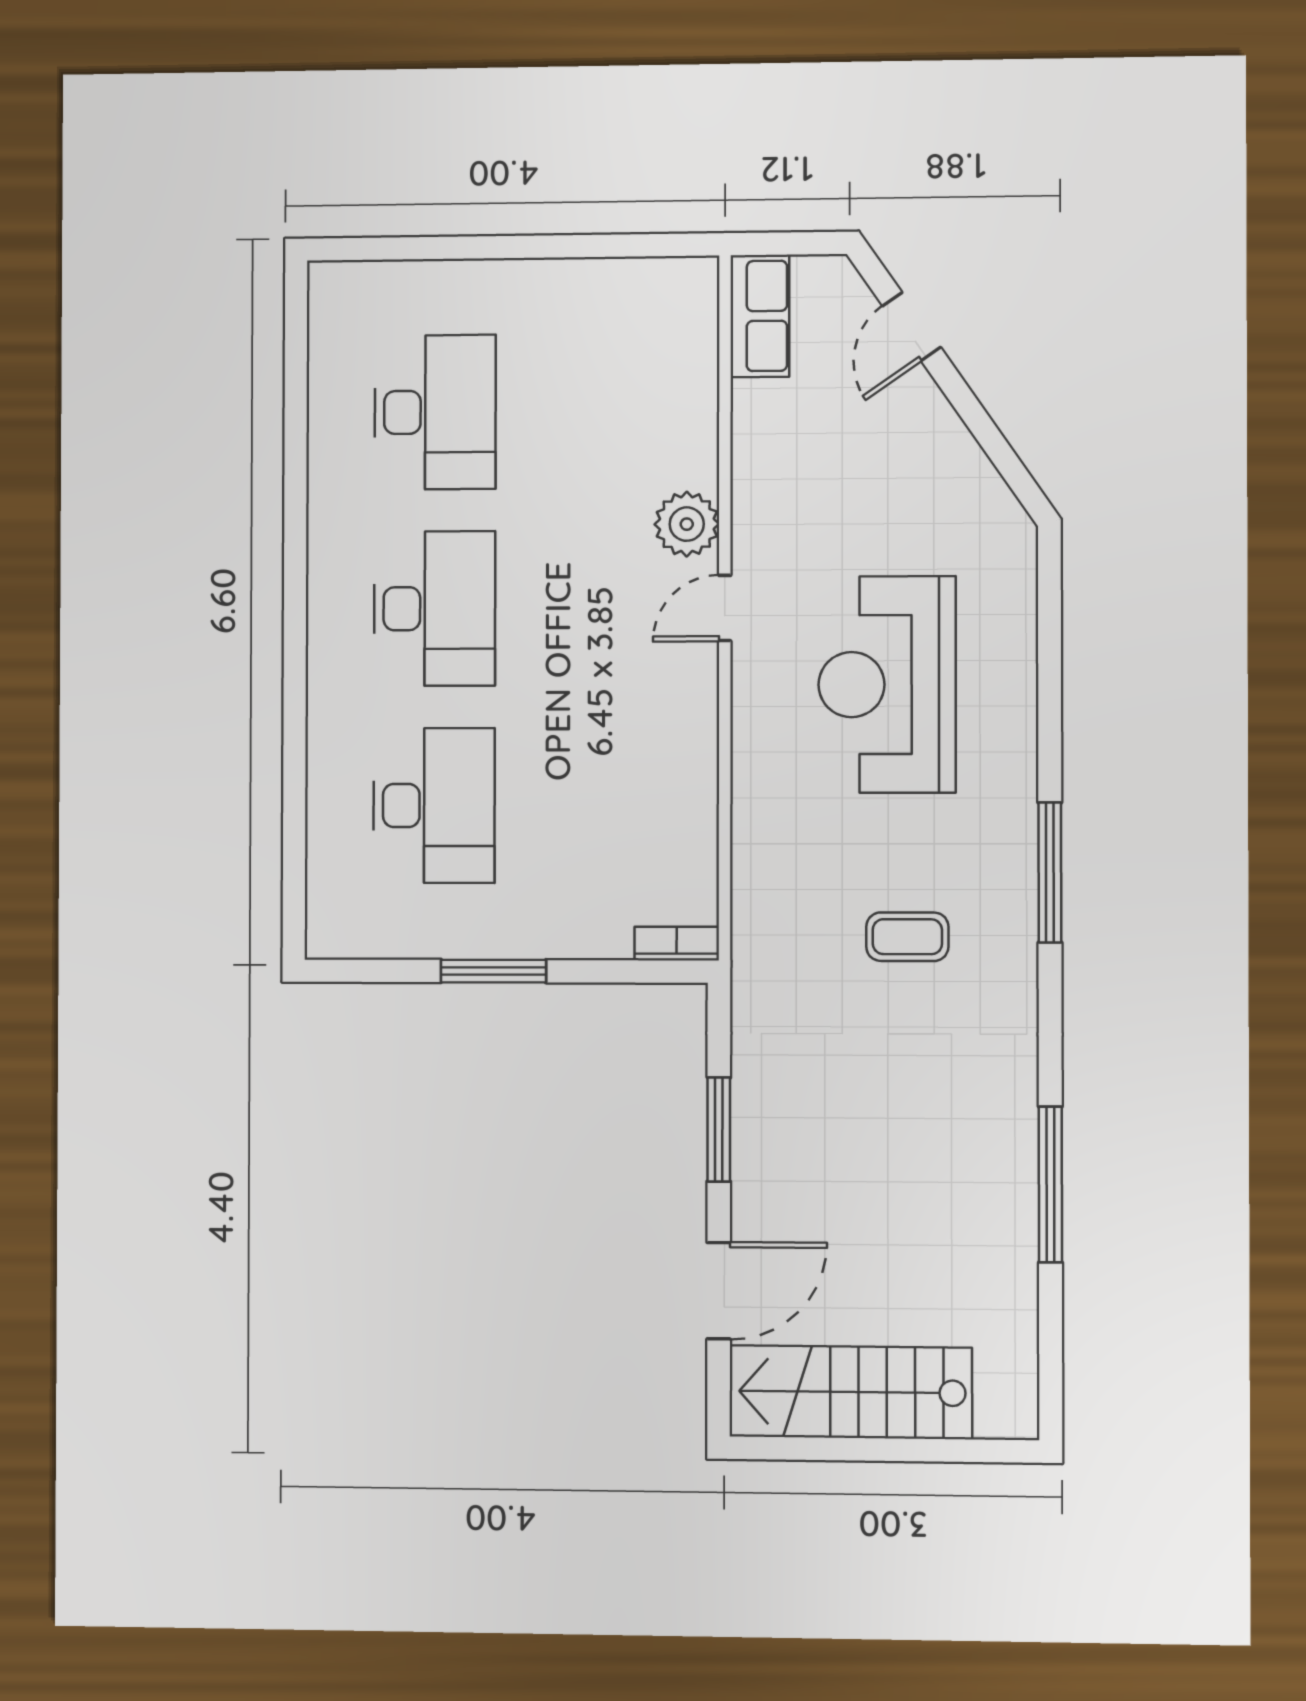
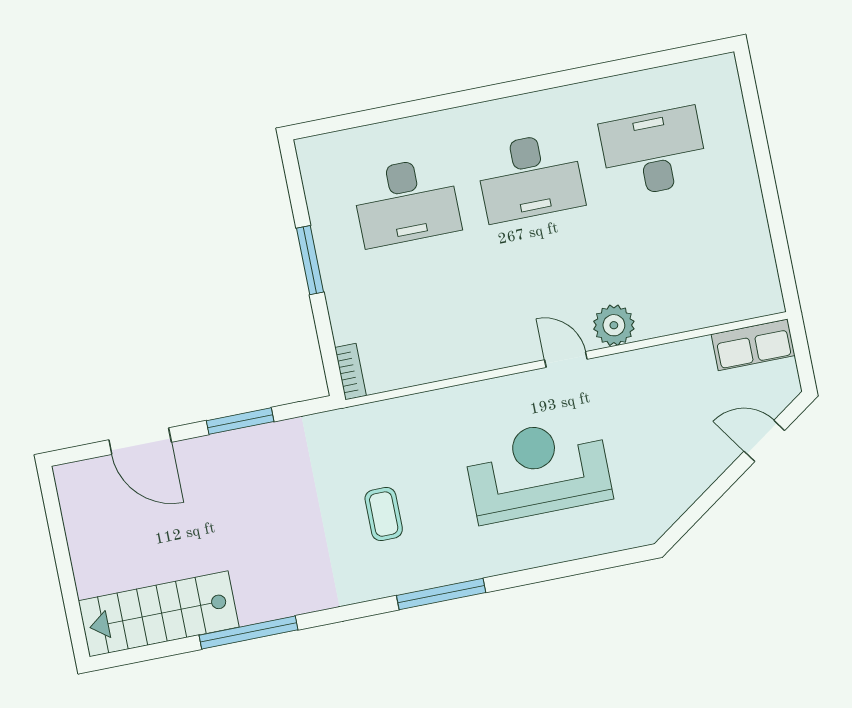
desk: (435, 412) -> (654, 152), turned 180
stairs: (851, 1392) -> (159, 614), moved, turned -90

